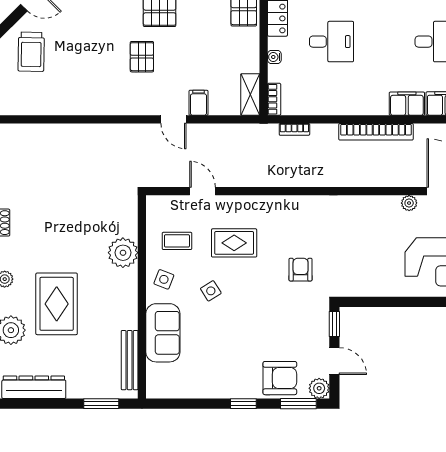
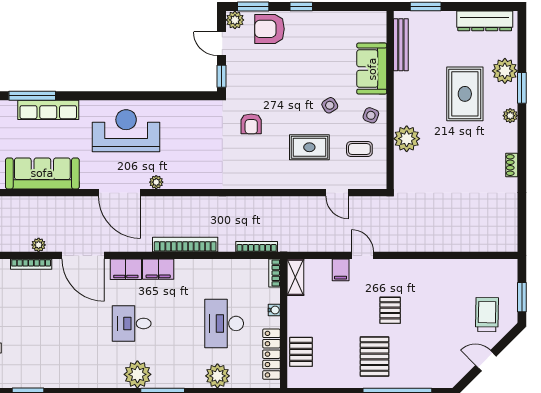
desk: (331, 42) -> (224, 323), width x1.37
bookcase: (294, 129) -> (257, 247), width x1.56

